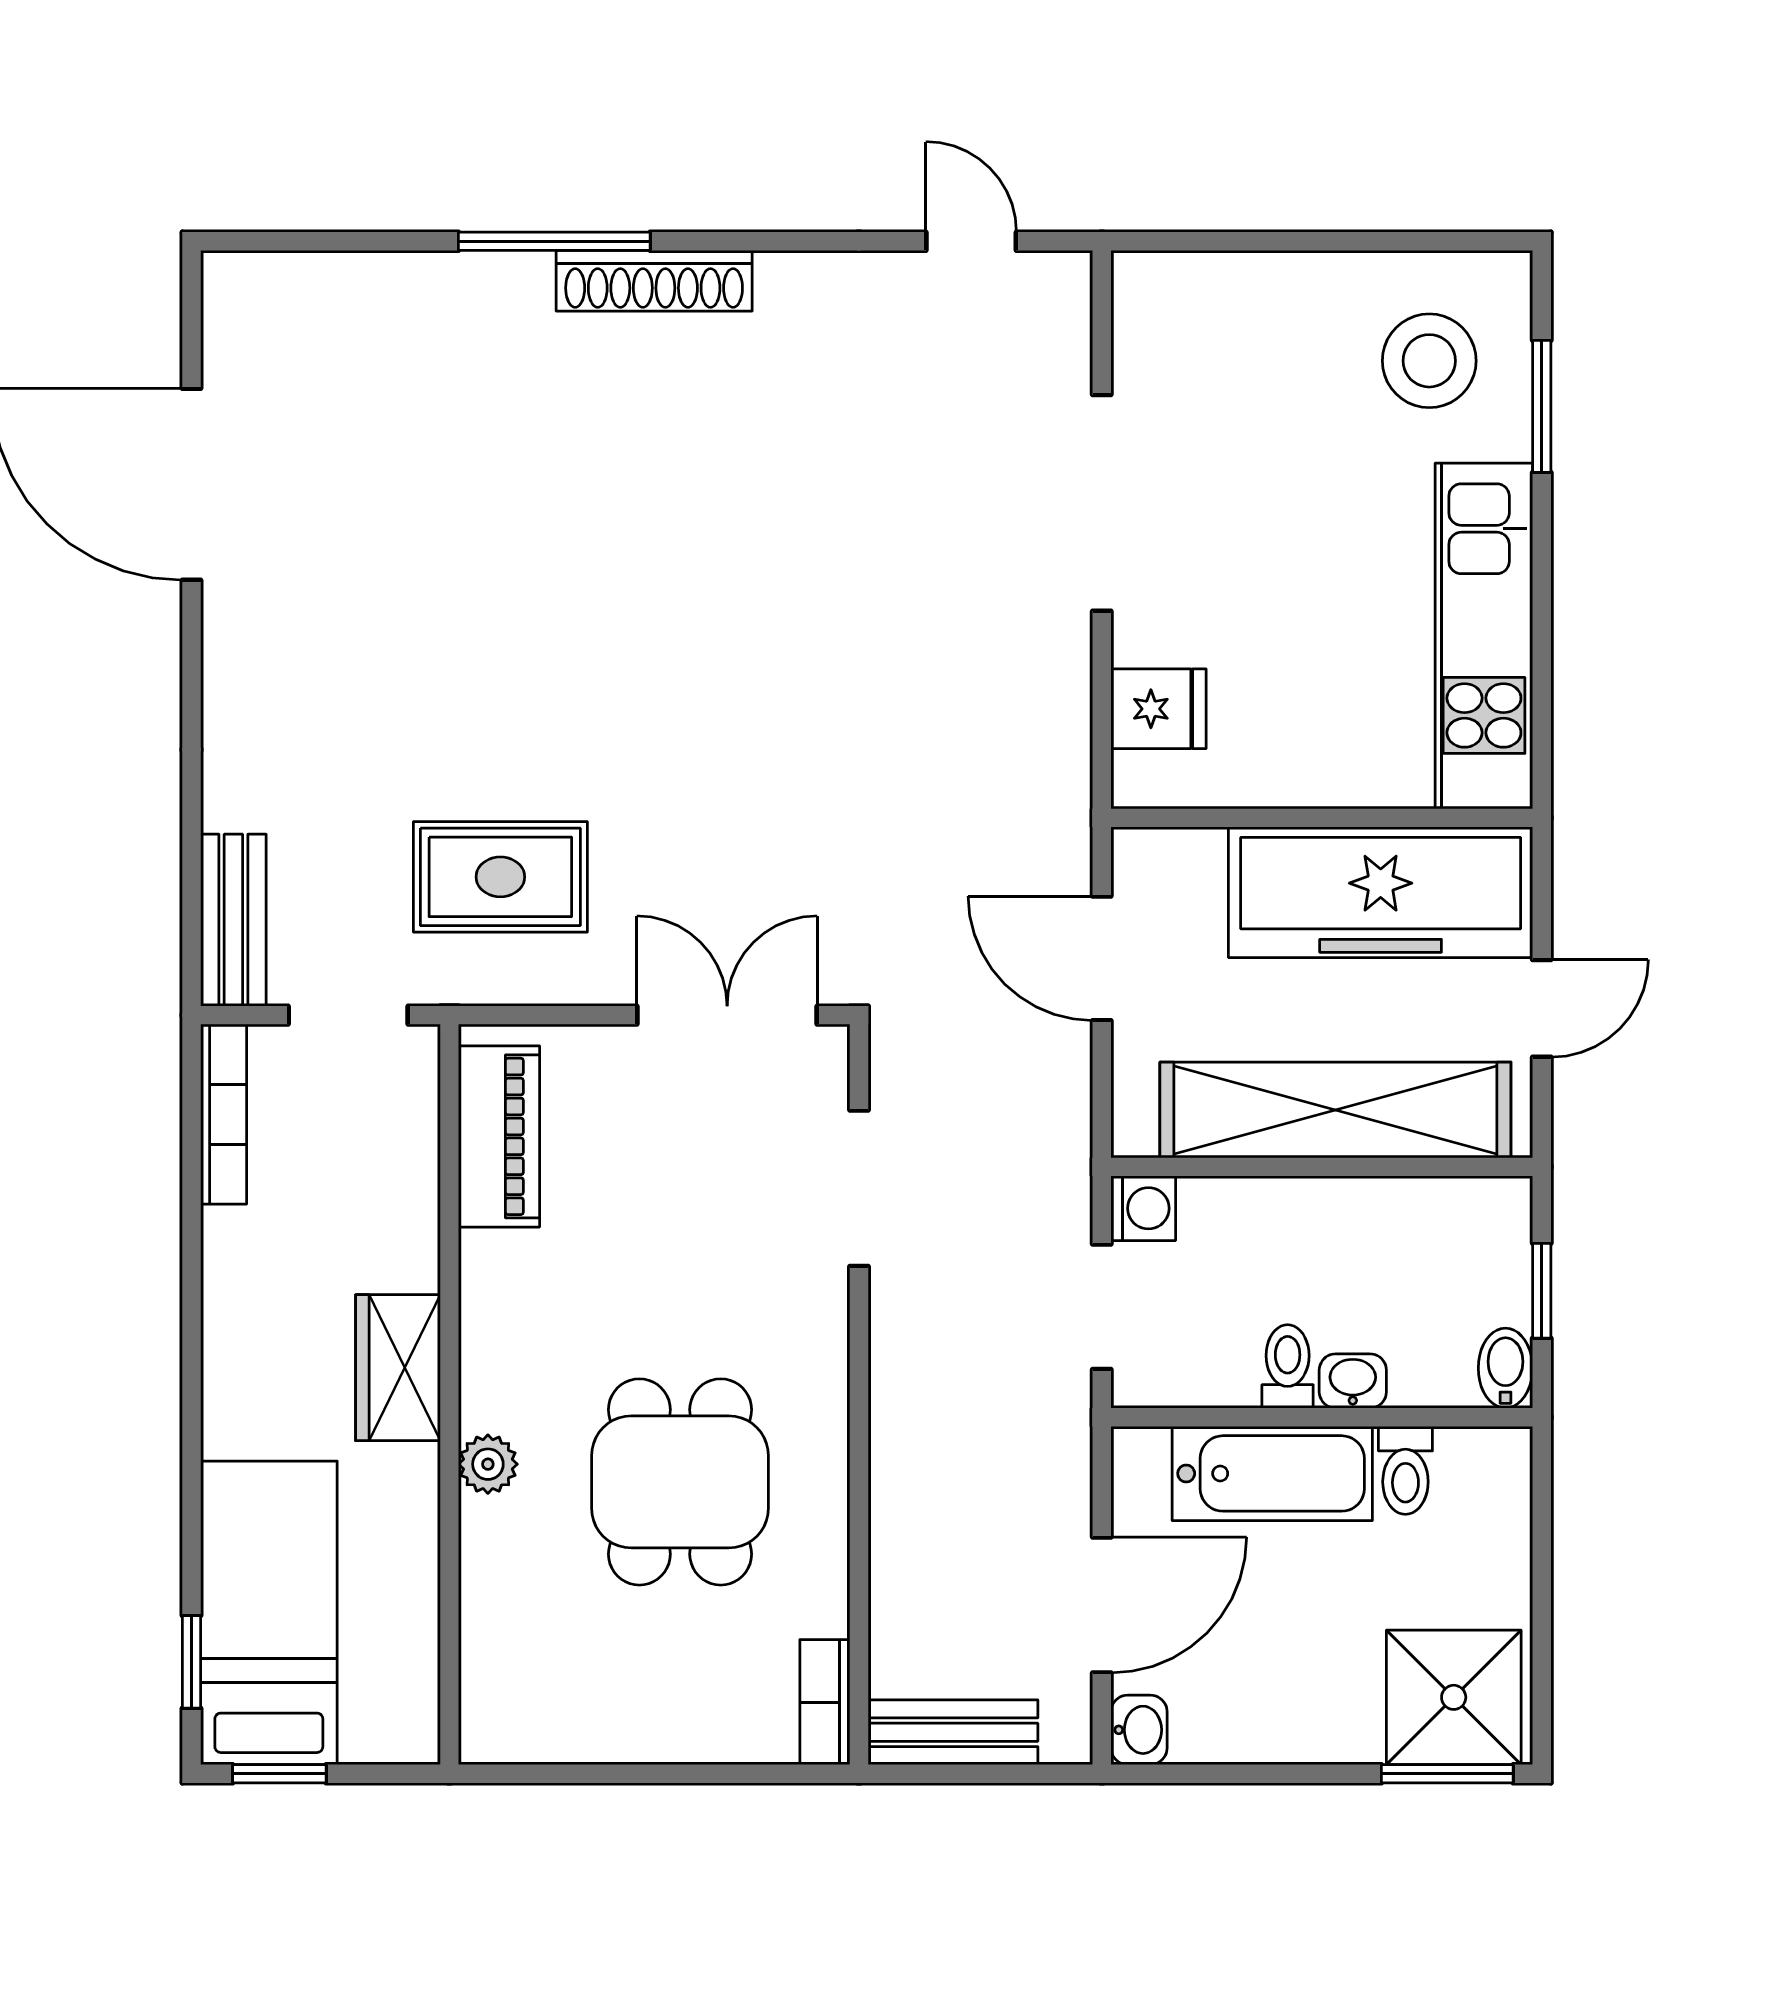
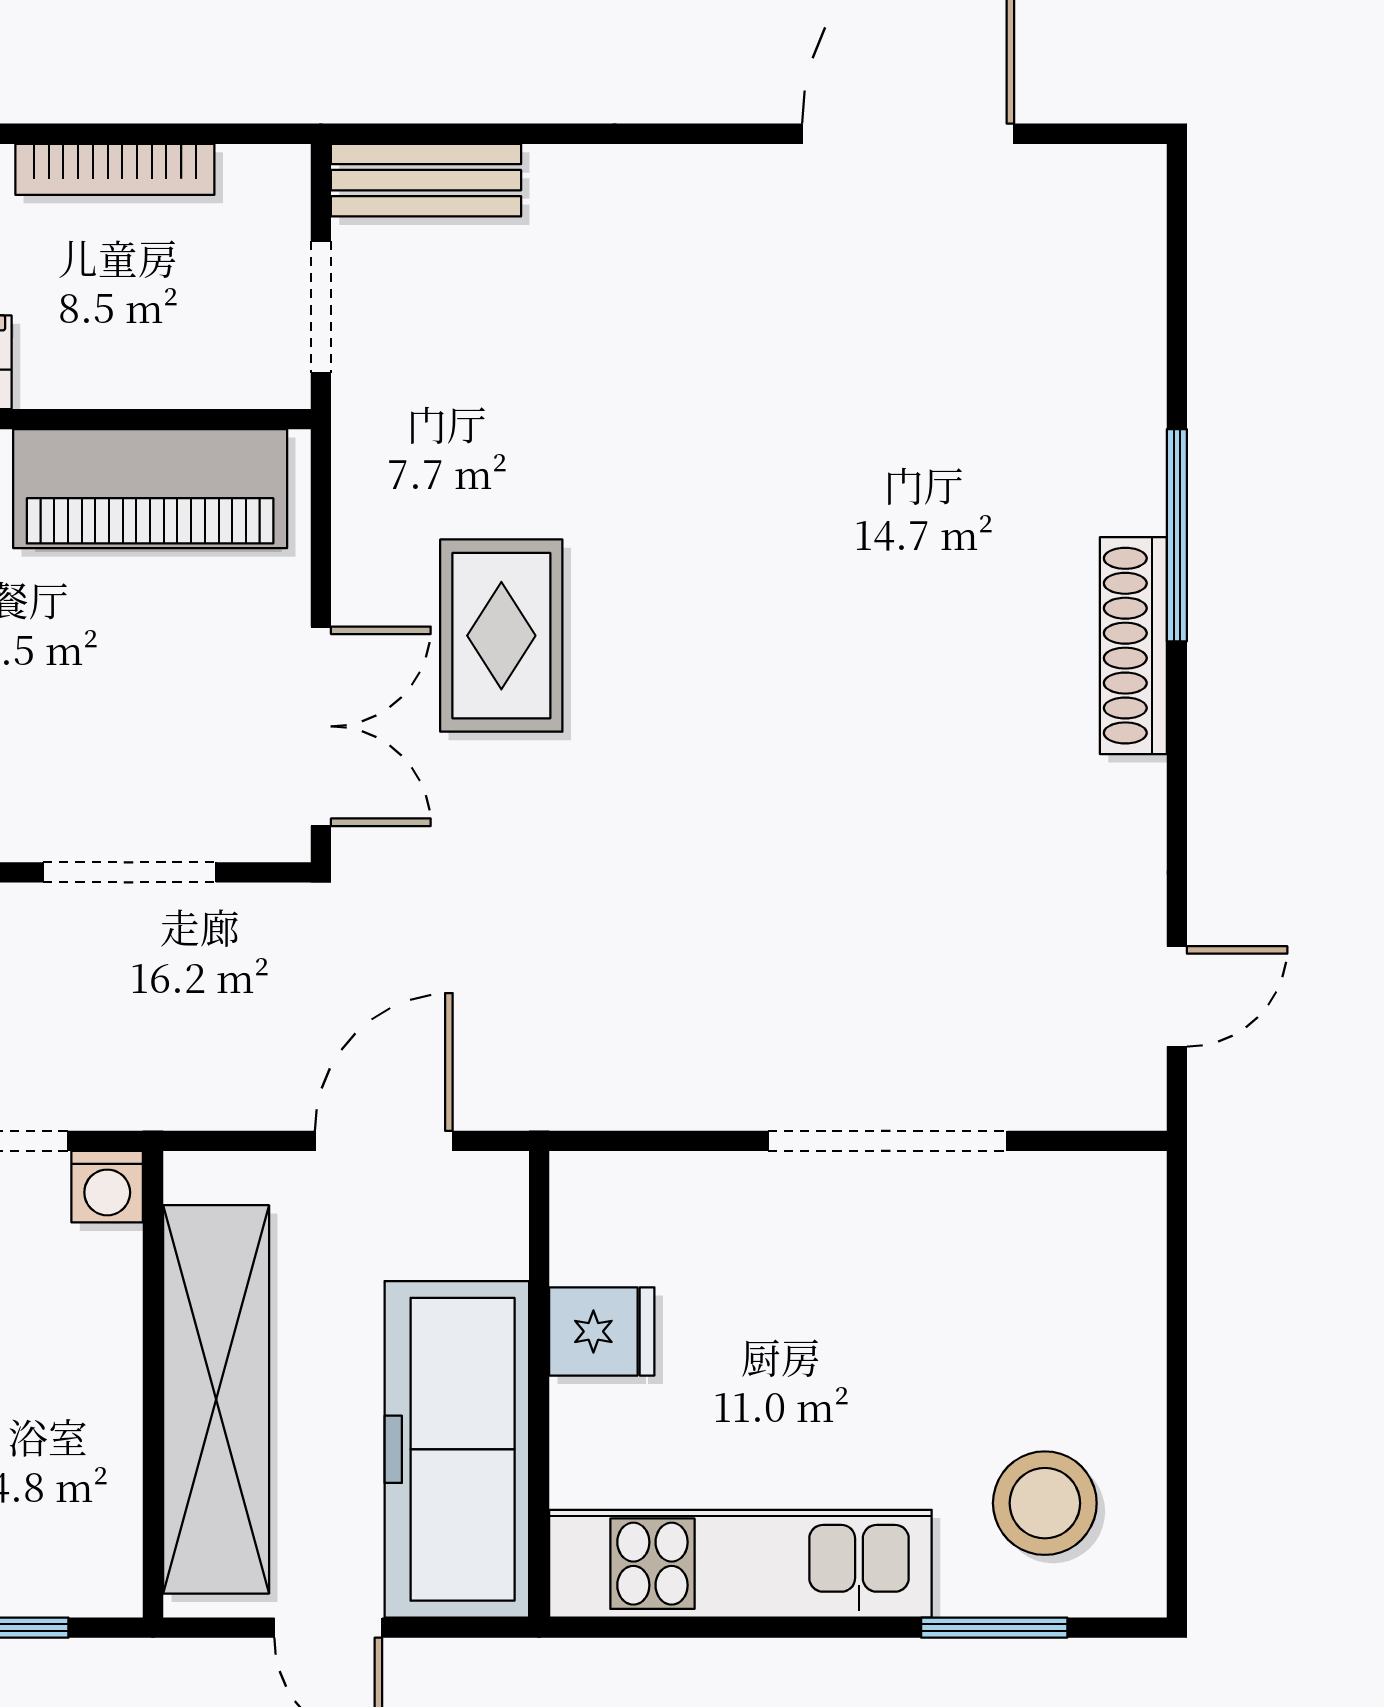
fridge: (1158, 709) -> (602, 1331), moved, turned -90
rug: (500, 877) -> (501, 636), moved
bookcase: (224, 1114) -> (115, 169), moved
piano: (499, 1136) -> (150, 489), width x1.37, depth x1.33

